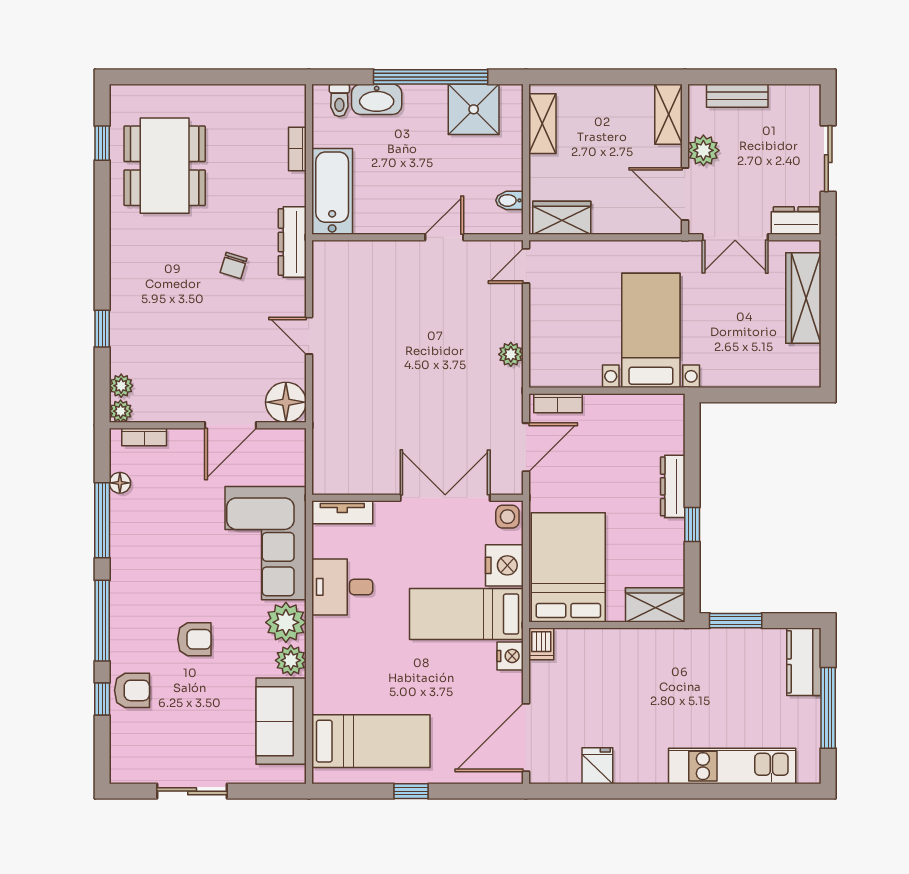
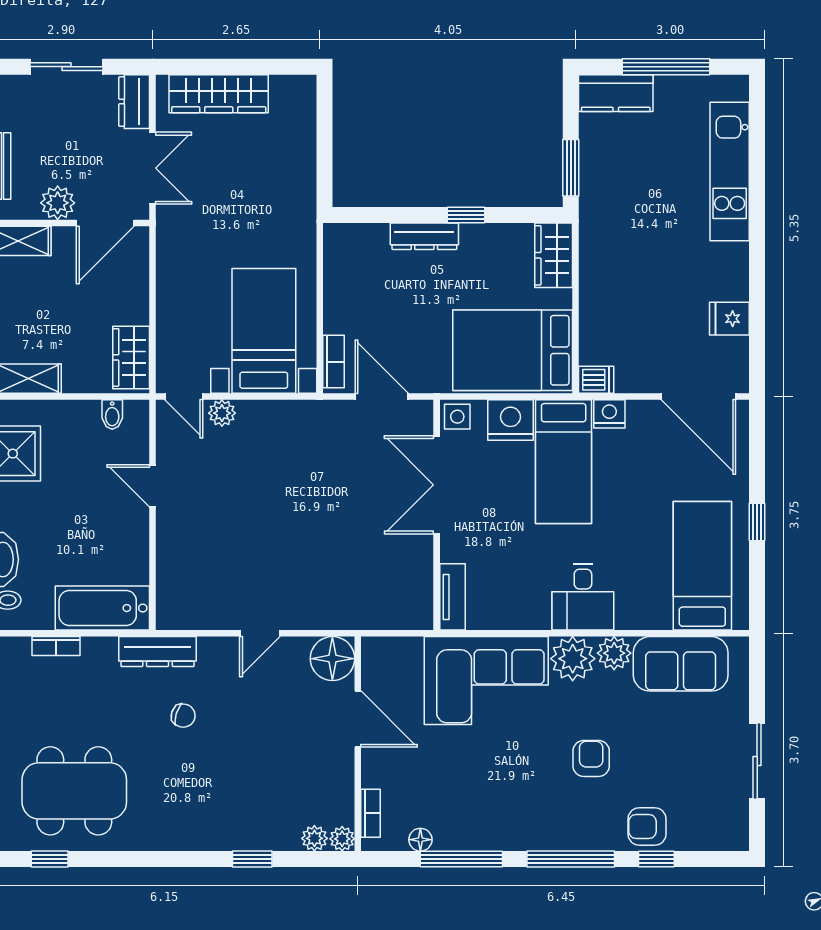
bed with nightstands: (651, 330) -> (264, 331), moved, turned 90
plant: (511, 354) -> (222, 413), moved
desk: (342, 587) -> (583, 597), moved
armchair: (132, 690) -> (647, 826), turned -90

